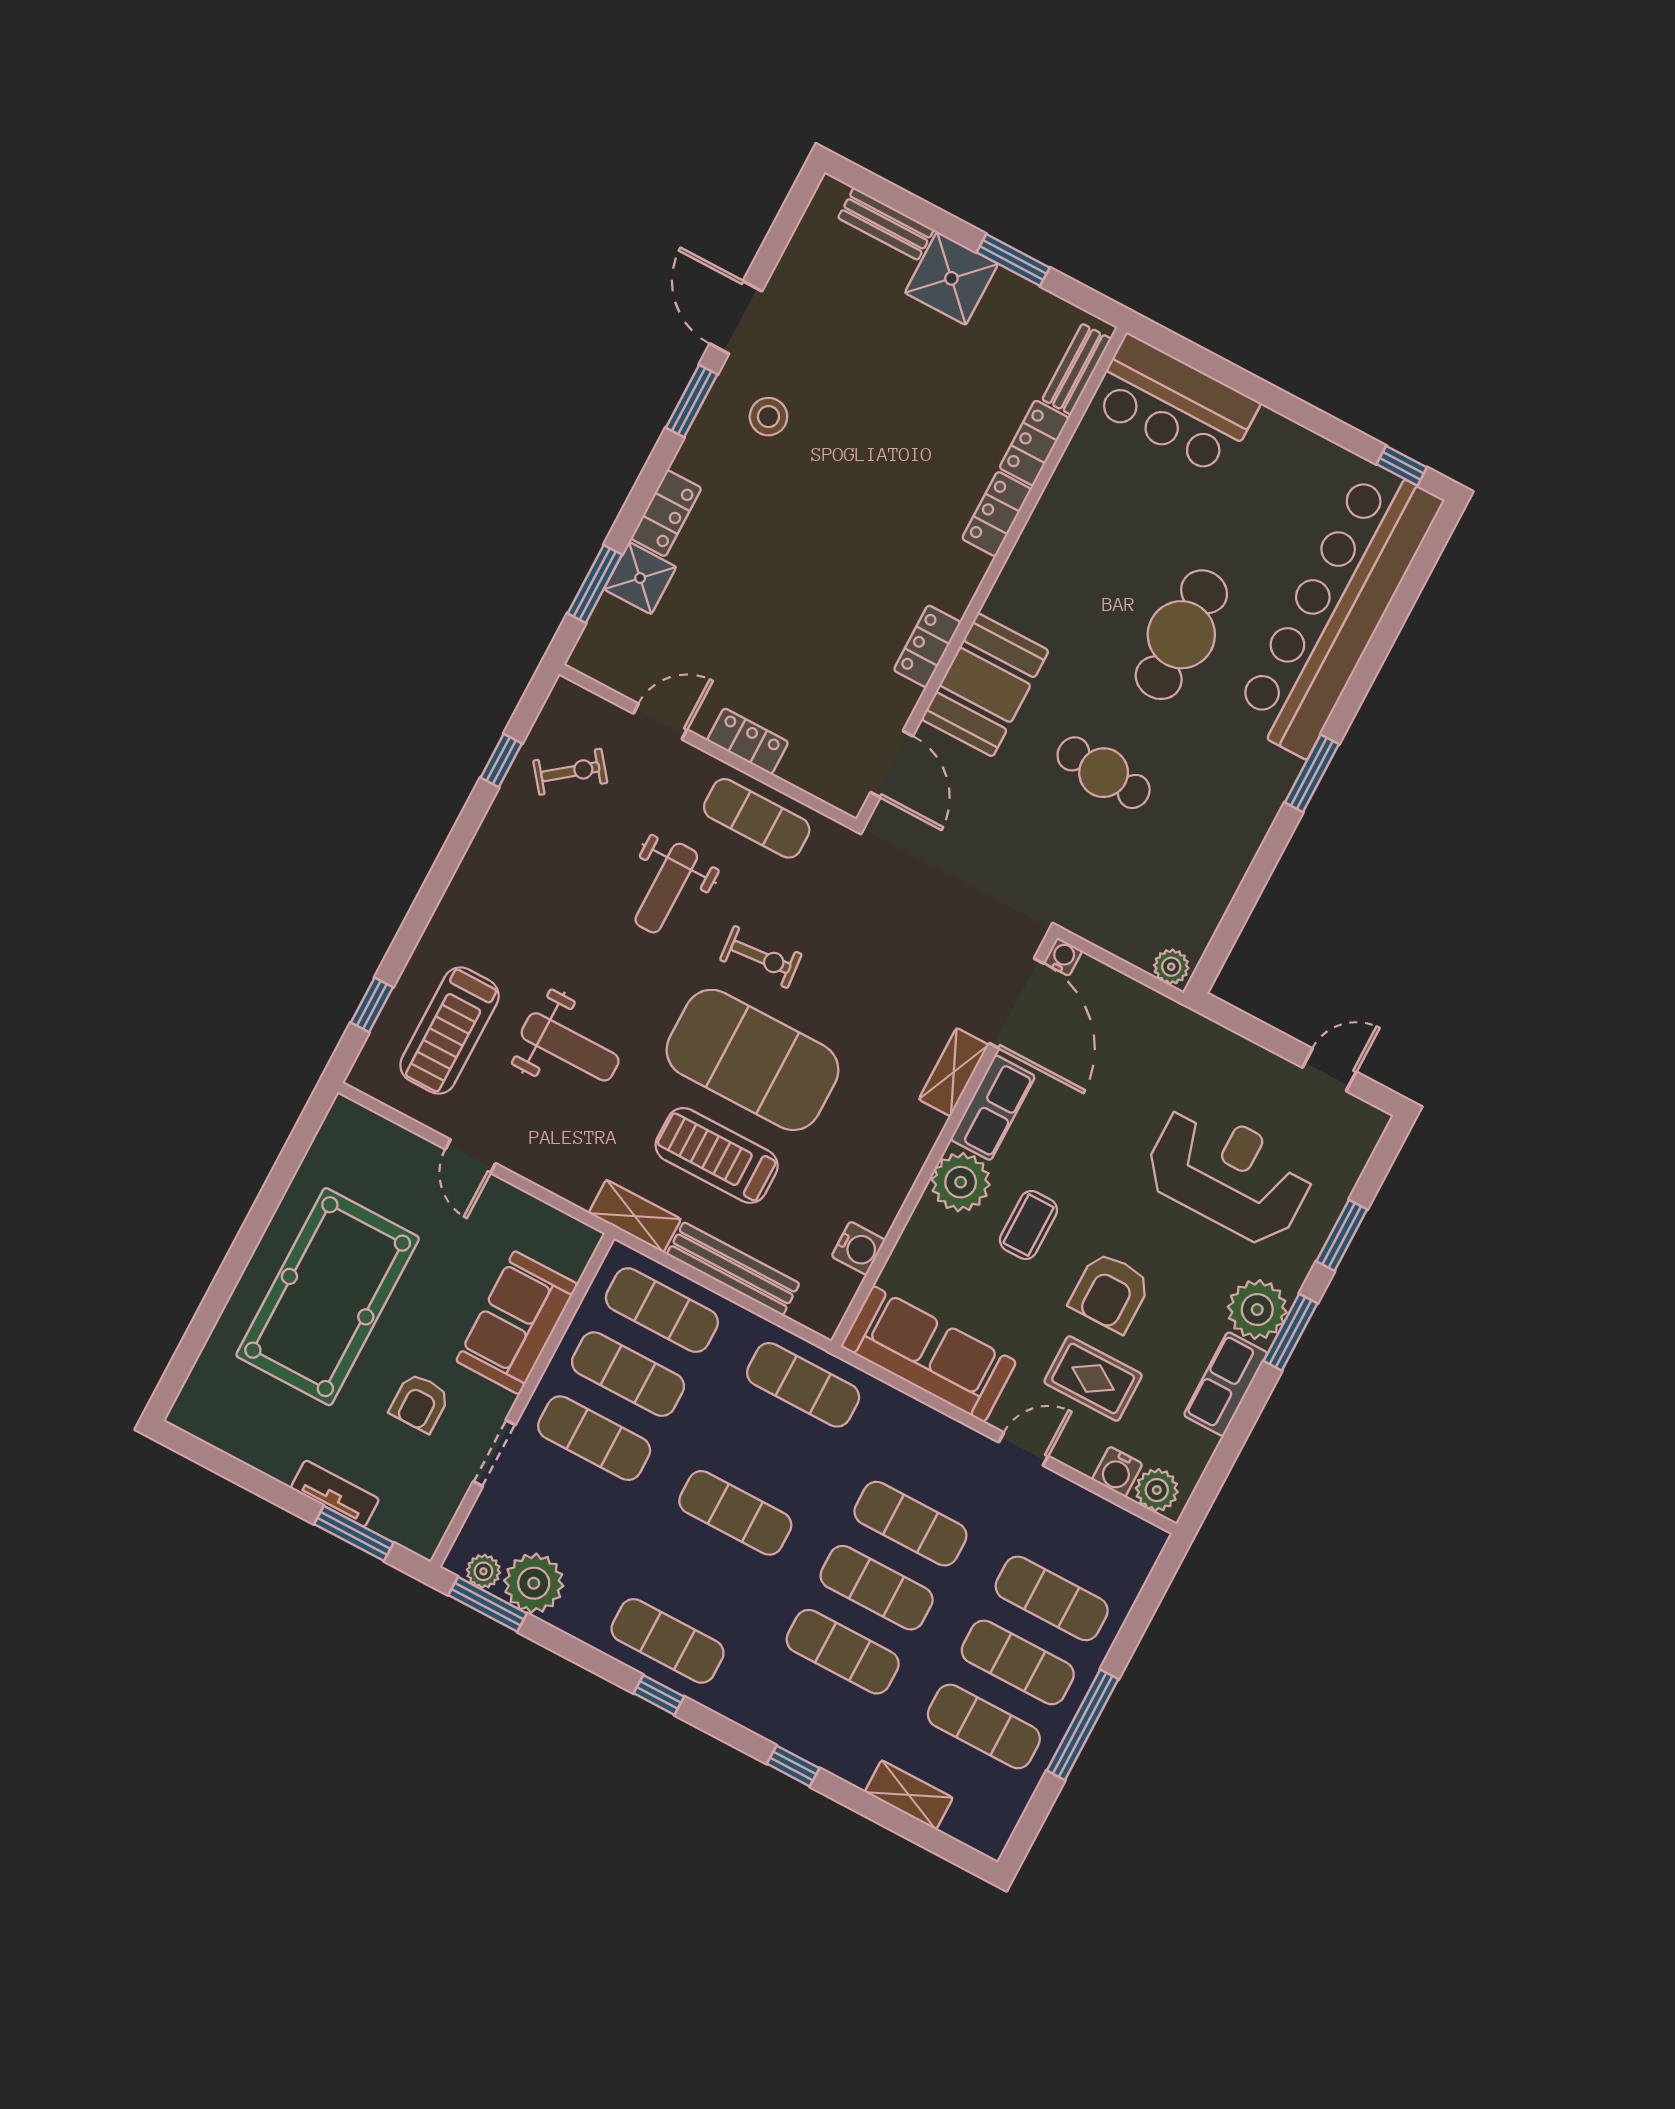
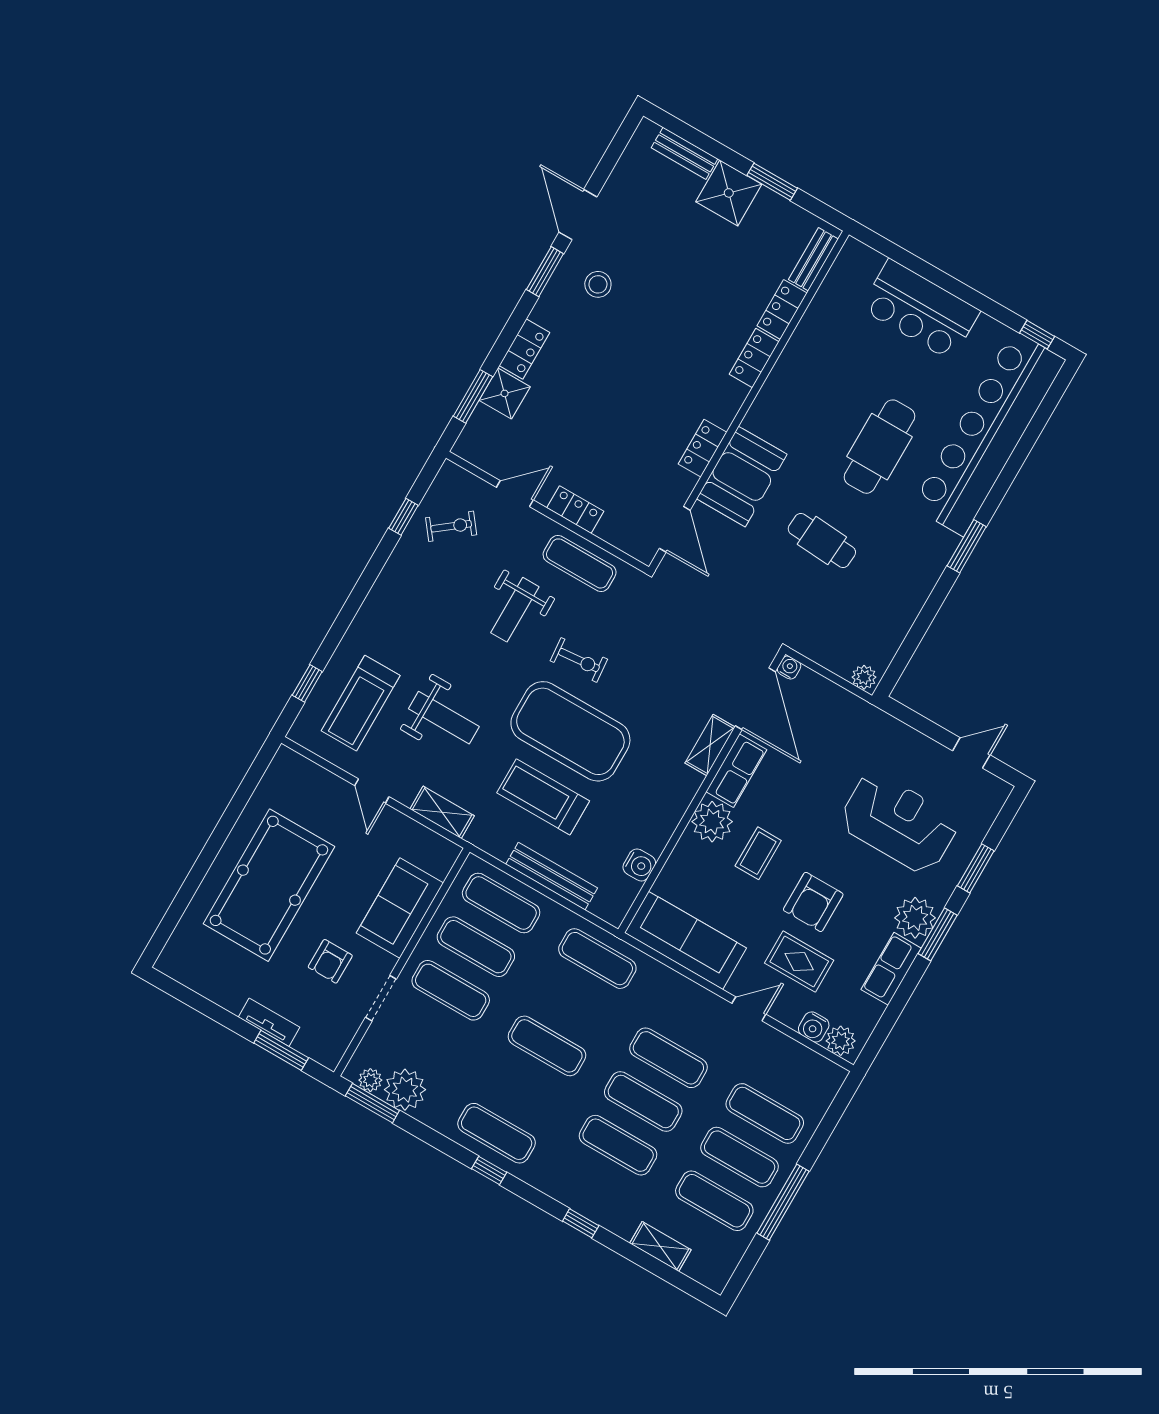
bar counter: (1174, 405) -> (920, 310), moved
shelving: (635, 1216) -> (442, 812), moved

